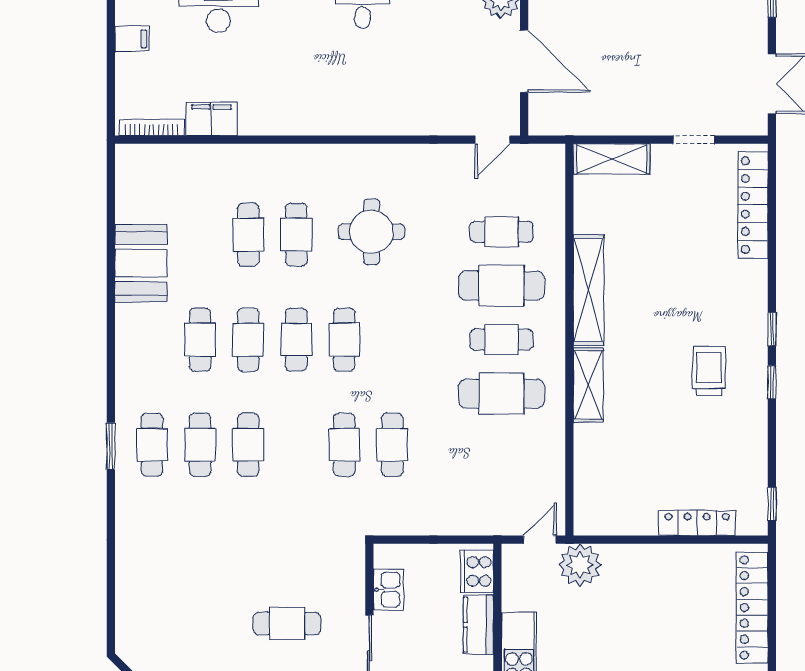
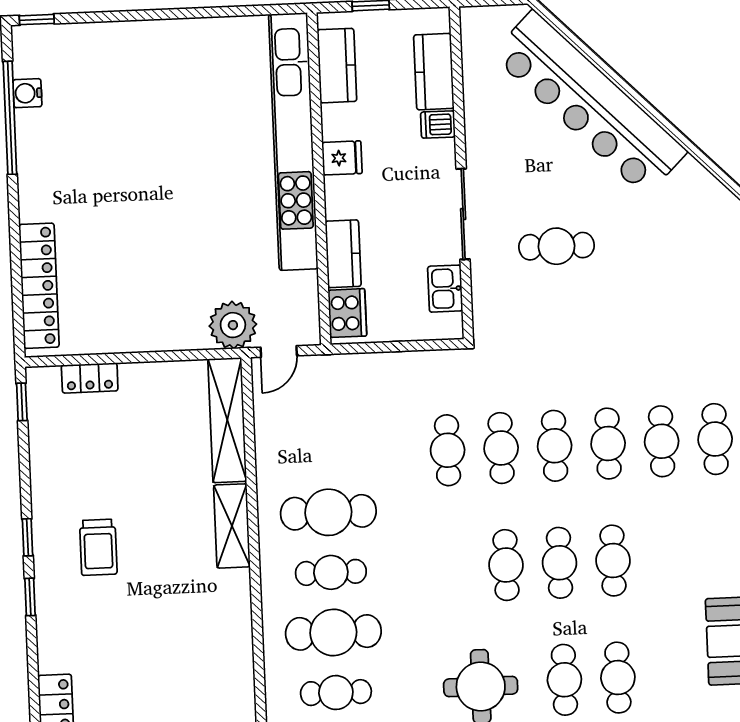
shelving: (589, 290) -> (227, 420), moved
cafe table: (200, 340) -> (555, 446), moved
locker: (697, 523) -> (90, 378), width x0.66

